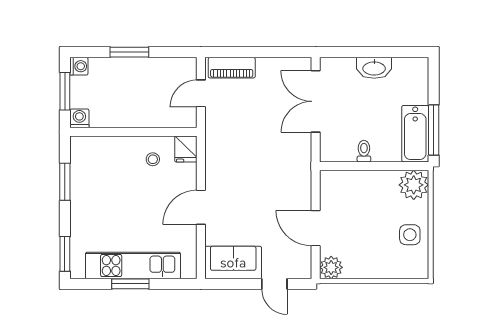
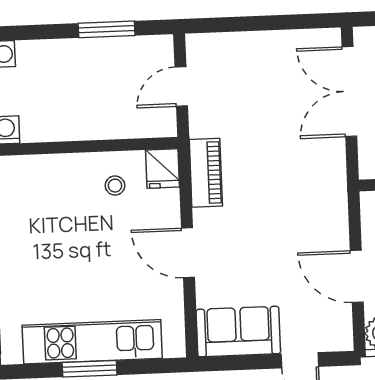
window: (129, 52) -> (107, 29), moved
piano: (232, 68) -> (206, 173), moved, turned -90
door: (201, 207) -> (188, 253), hinge flipped

